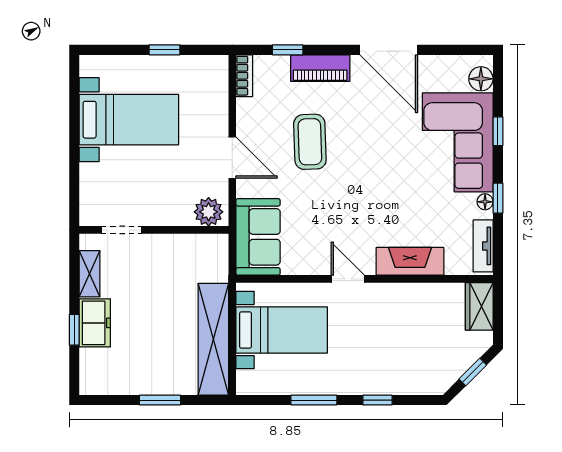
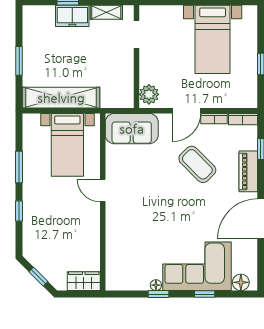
bookcase: (243, 117) -> (214, 119), added
coffee table: (310, 142) -> (197, 164), turned 47
tv unit: (483, 246) -> (125, 284), removed
fireplace: (410, 261) -> (115, 233), removed
door: (348, 279) -> (103, 190), swing flipped

